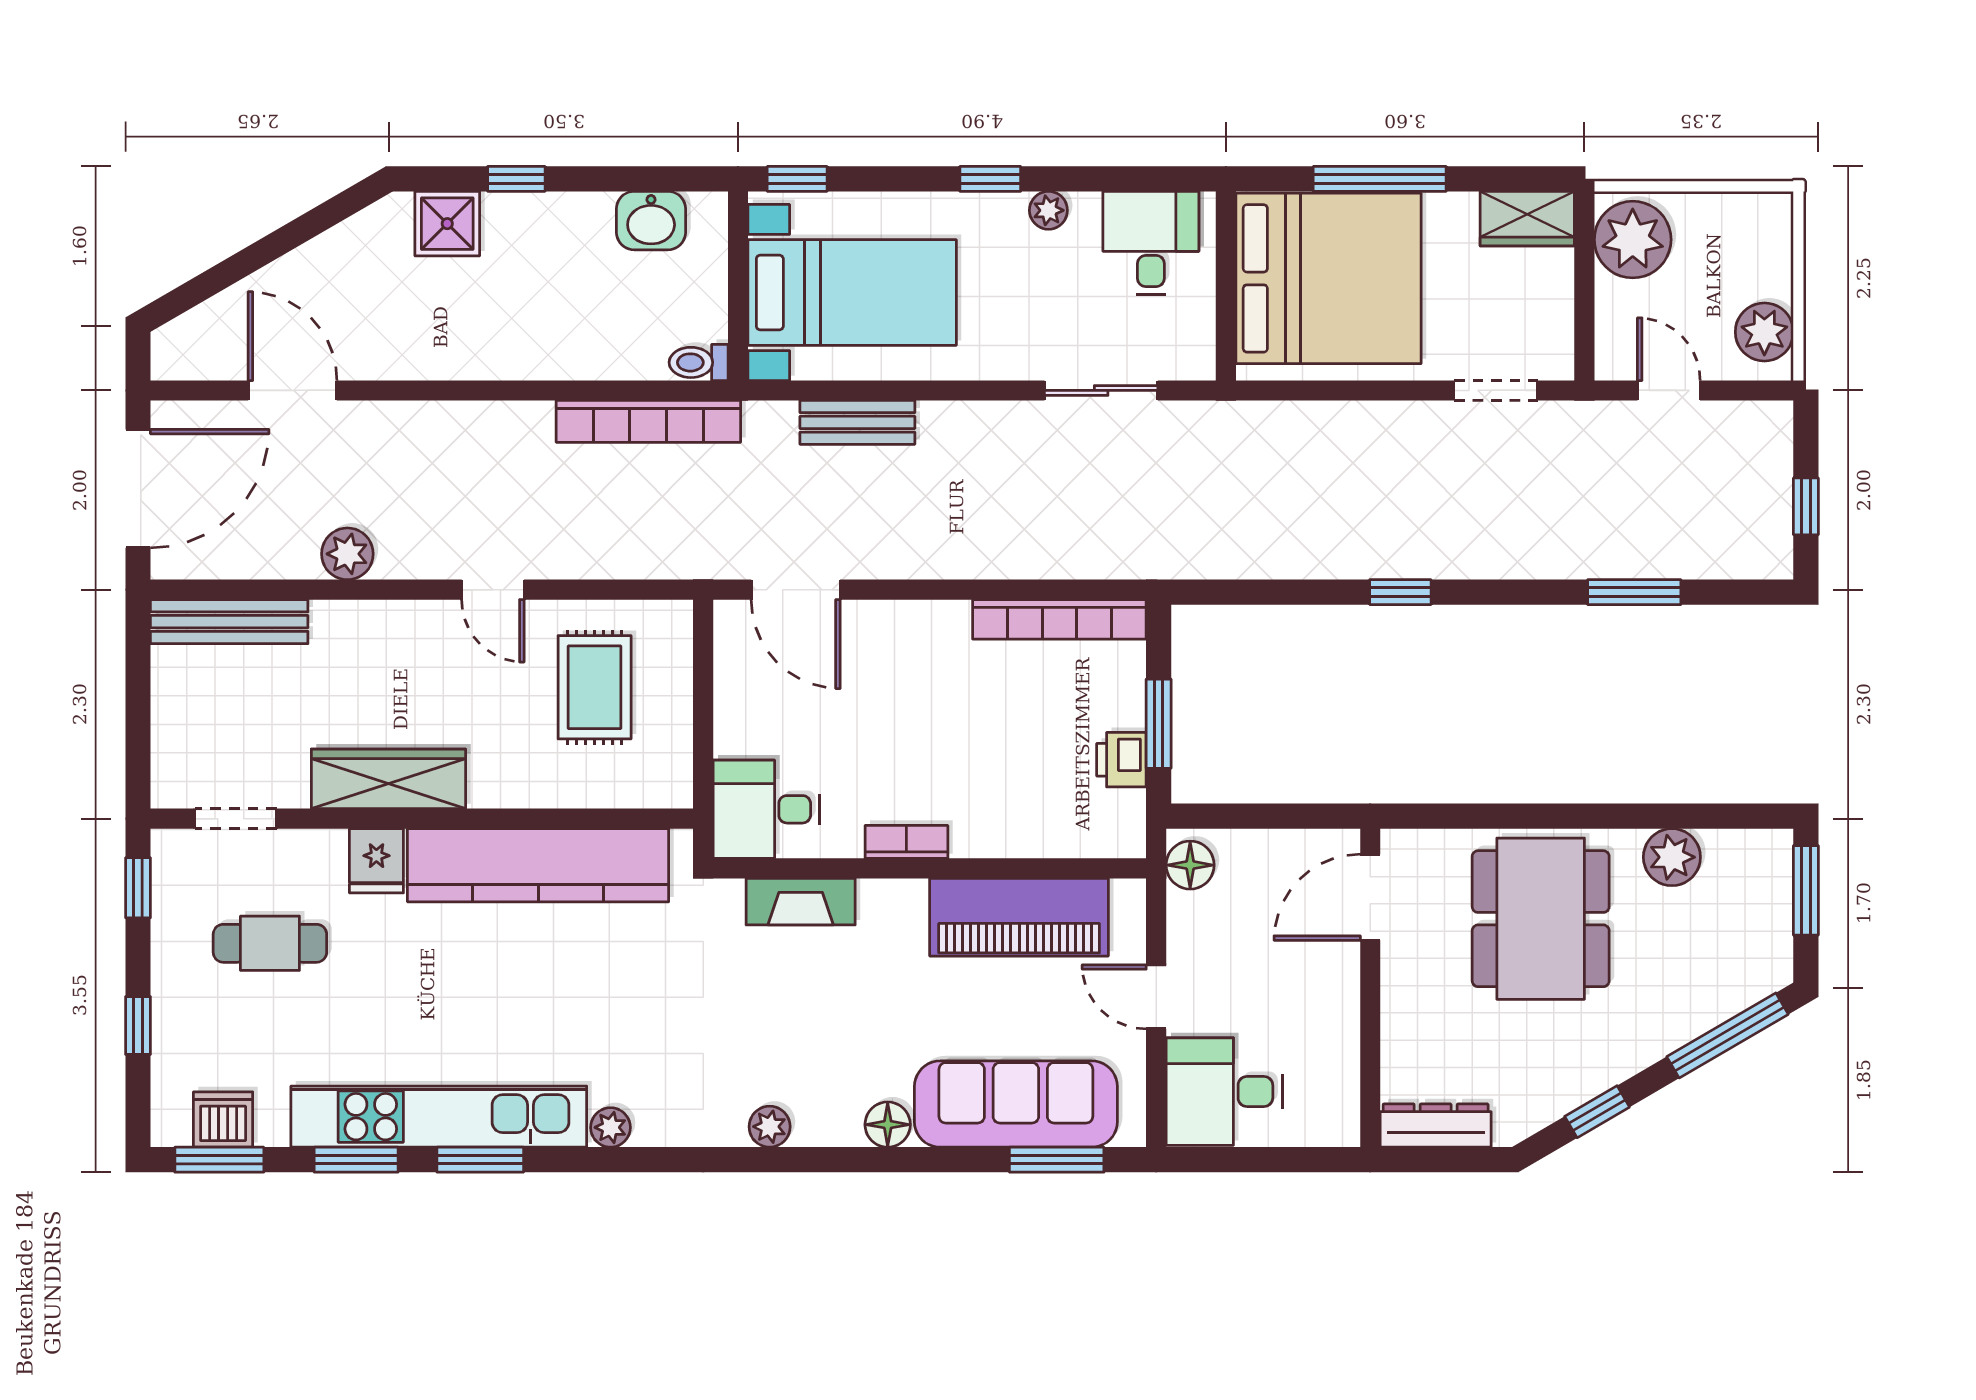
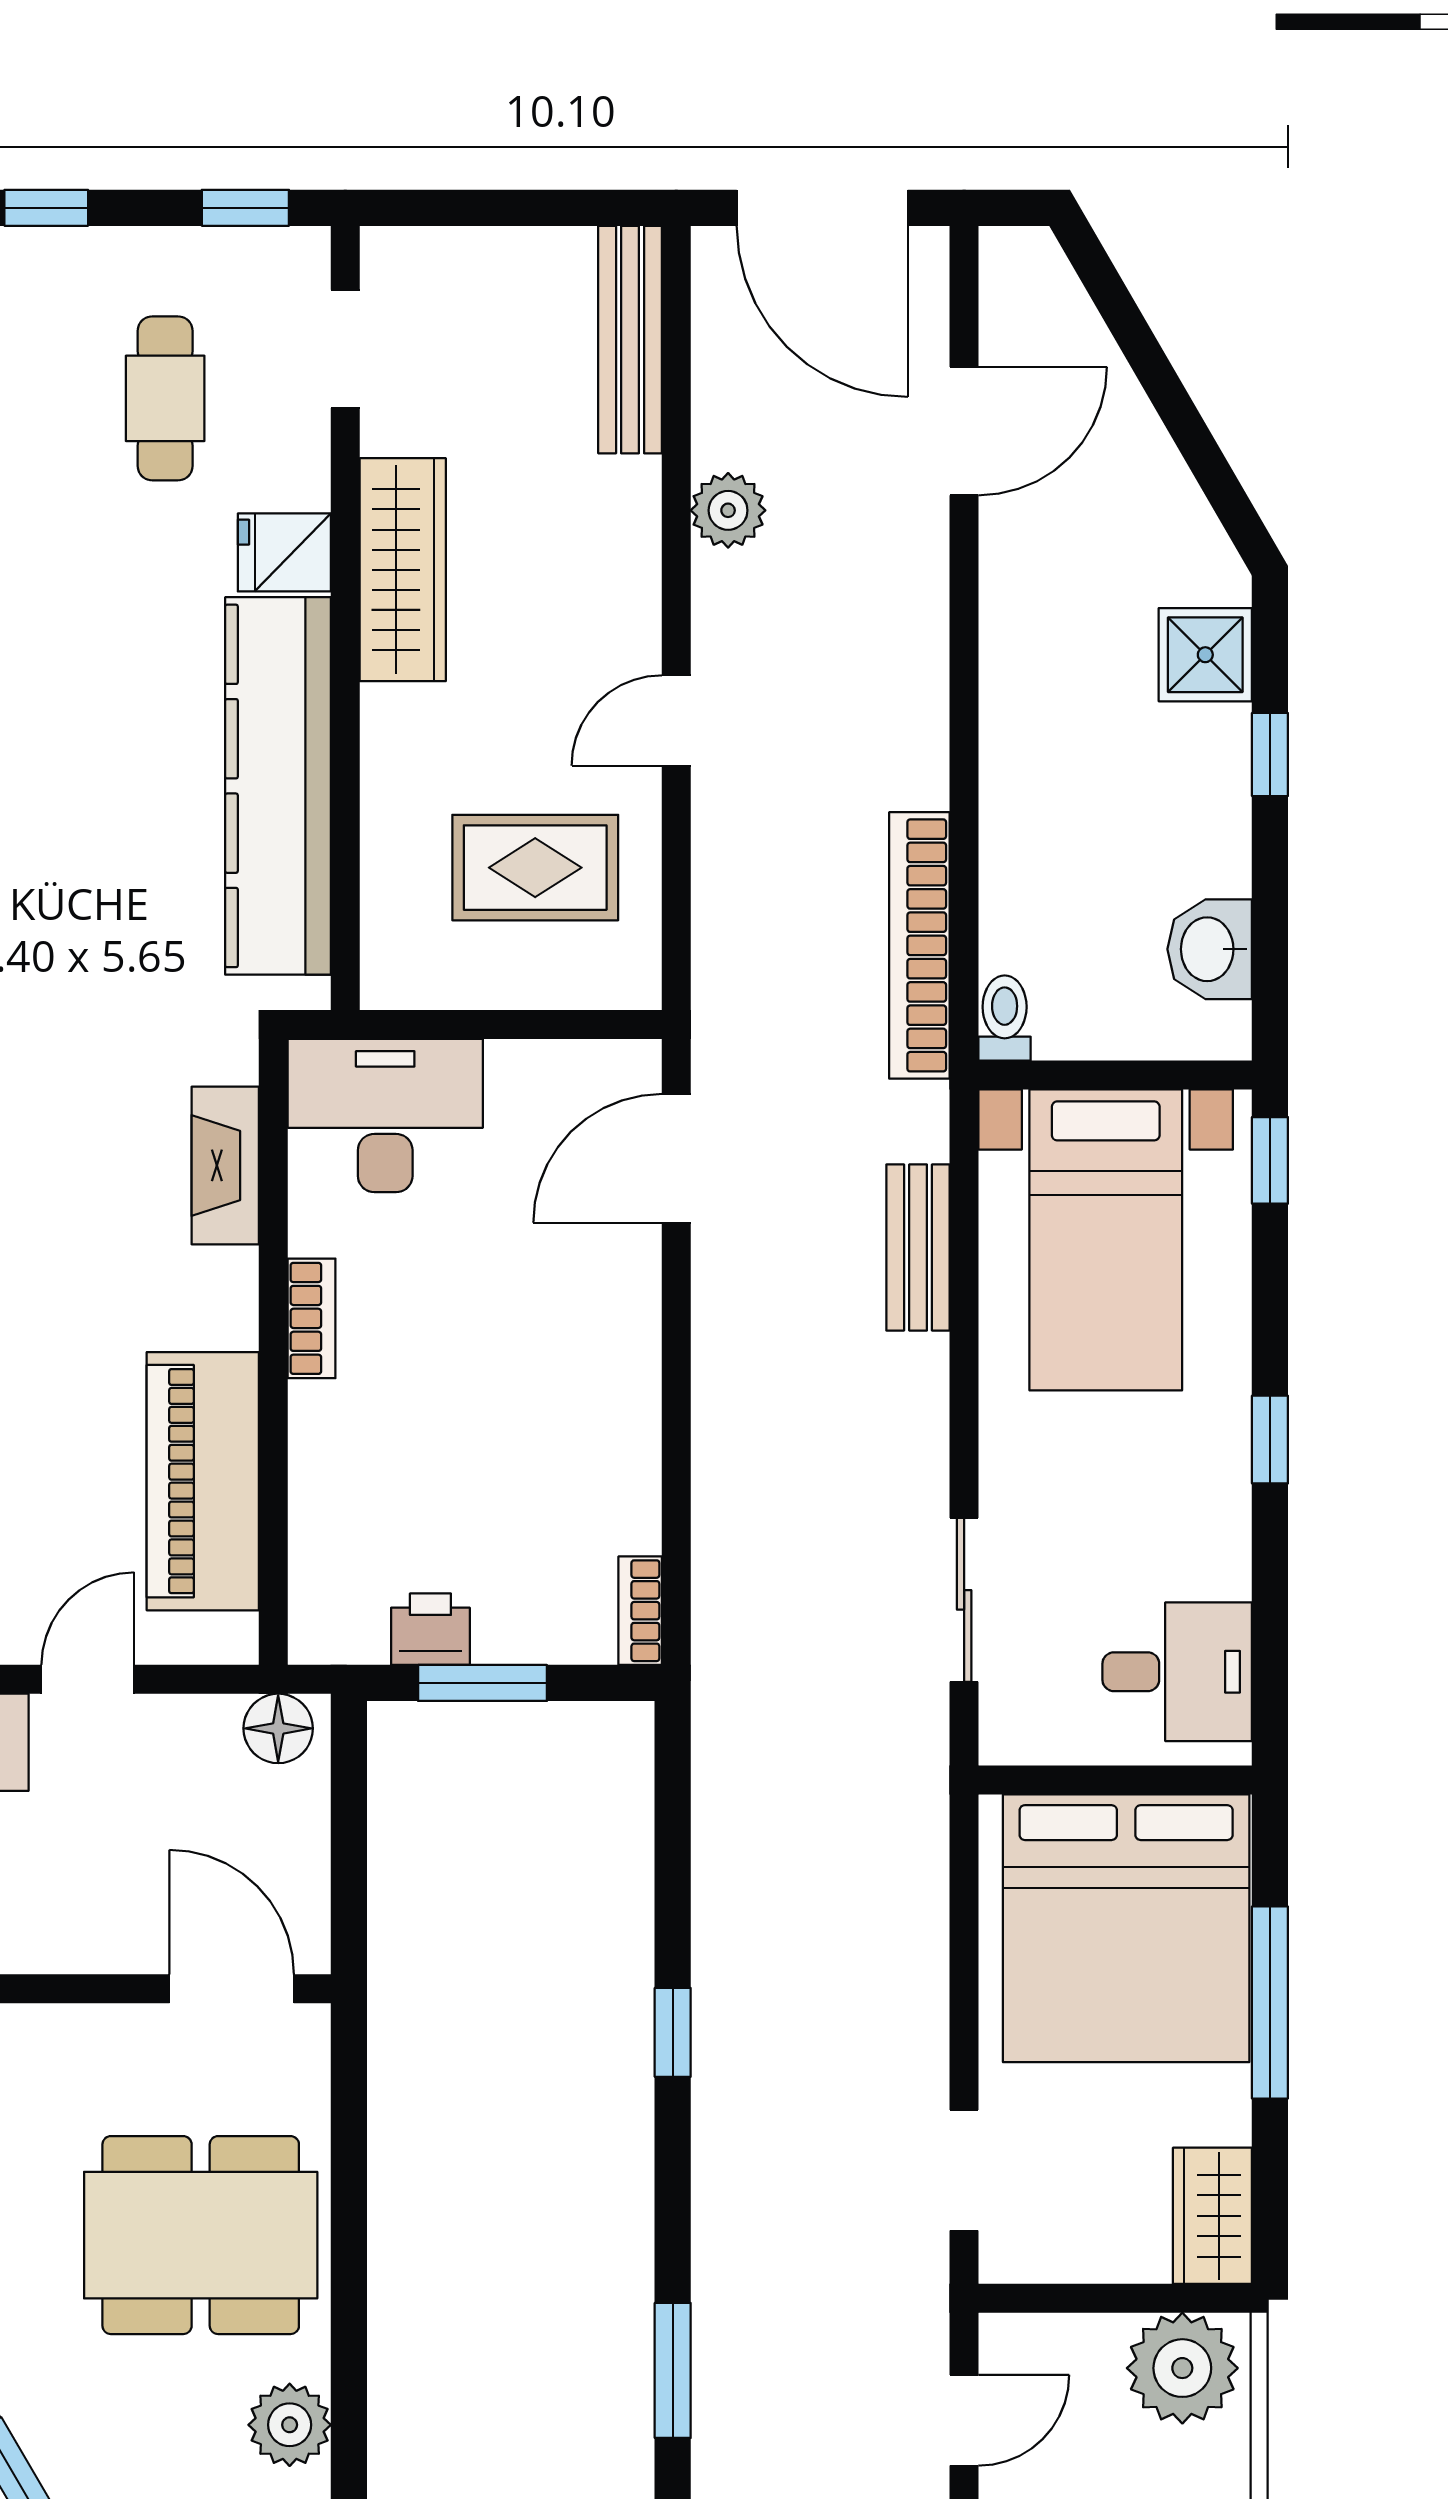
plant: (1048, 210) -> (1225, 1524), removed
bookcase: (1059, 619) -> (640, 1611), width x0.43, depth x0.76
desk: (766, 809) -> (385, 1116), width x1.37

